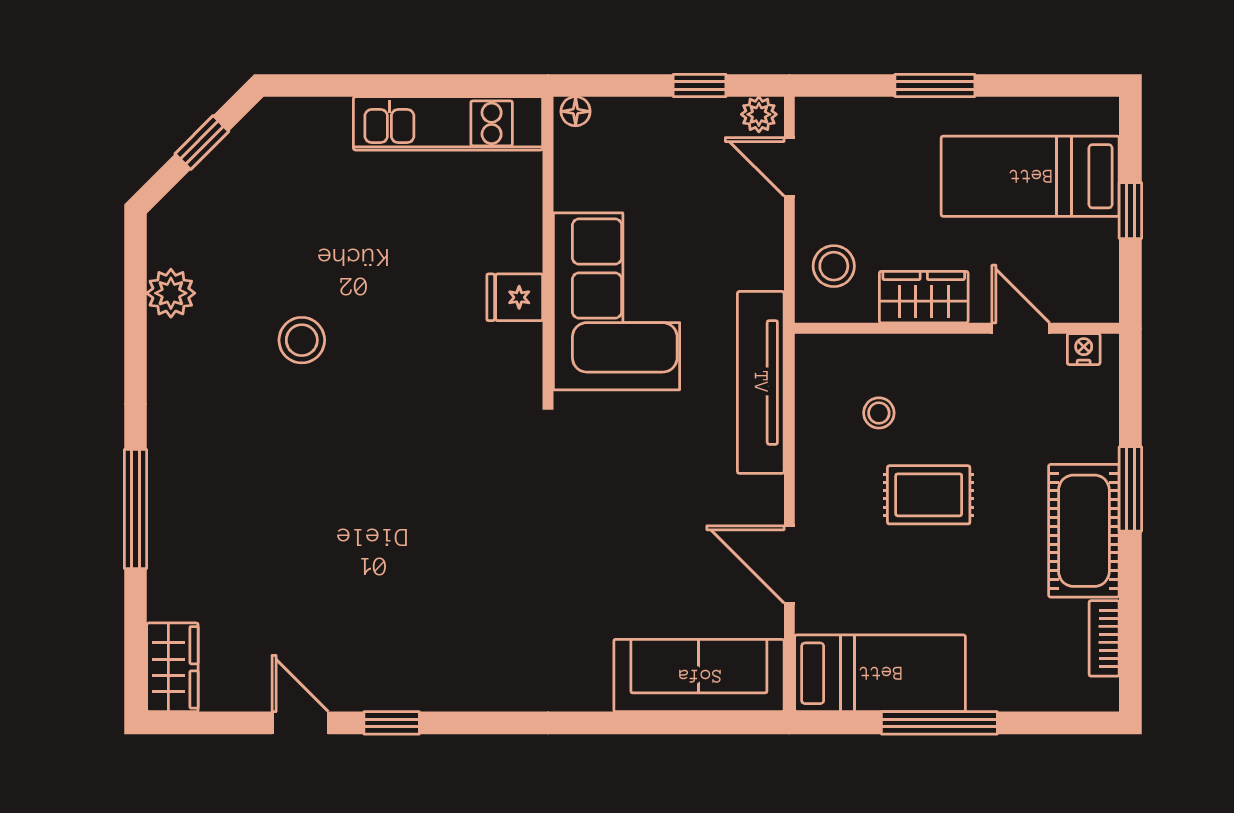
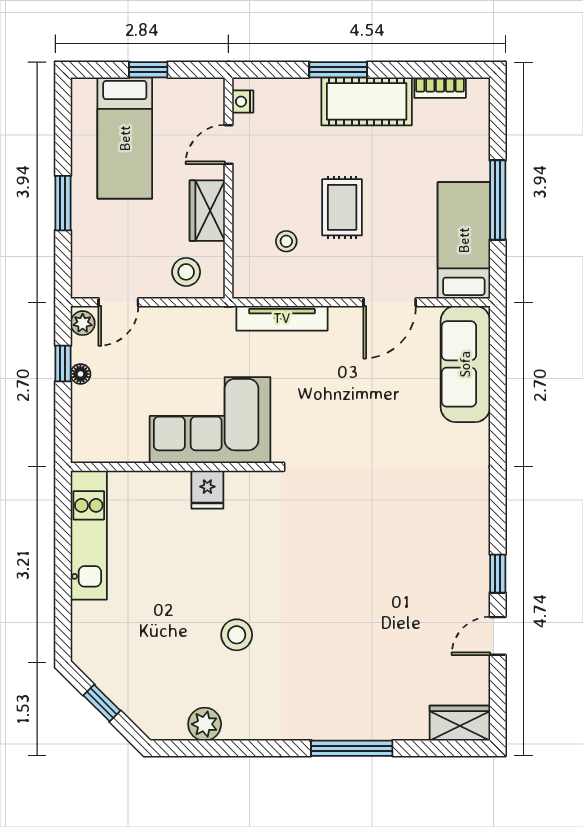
floor lamp: (576, 111) -> (80, 374), moved
tv unit: (761, 382) -> (282, 318), width x0.73, depth x0.78

